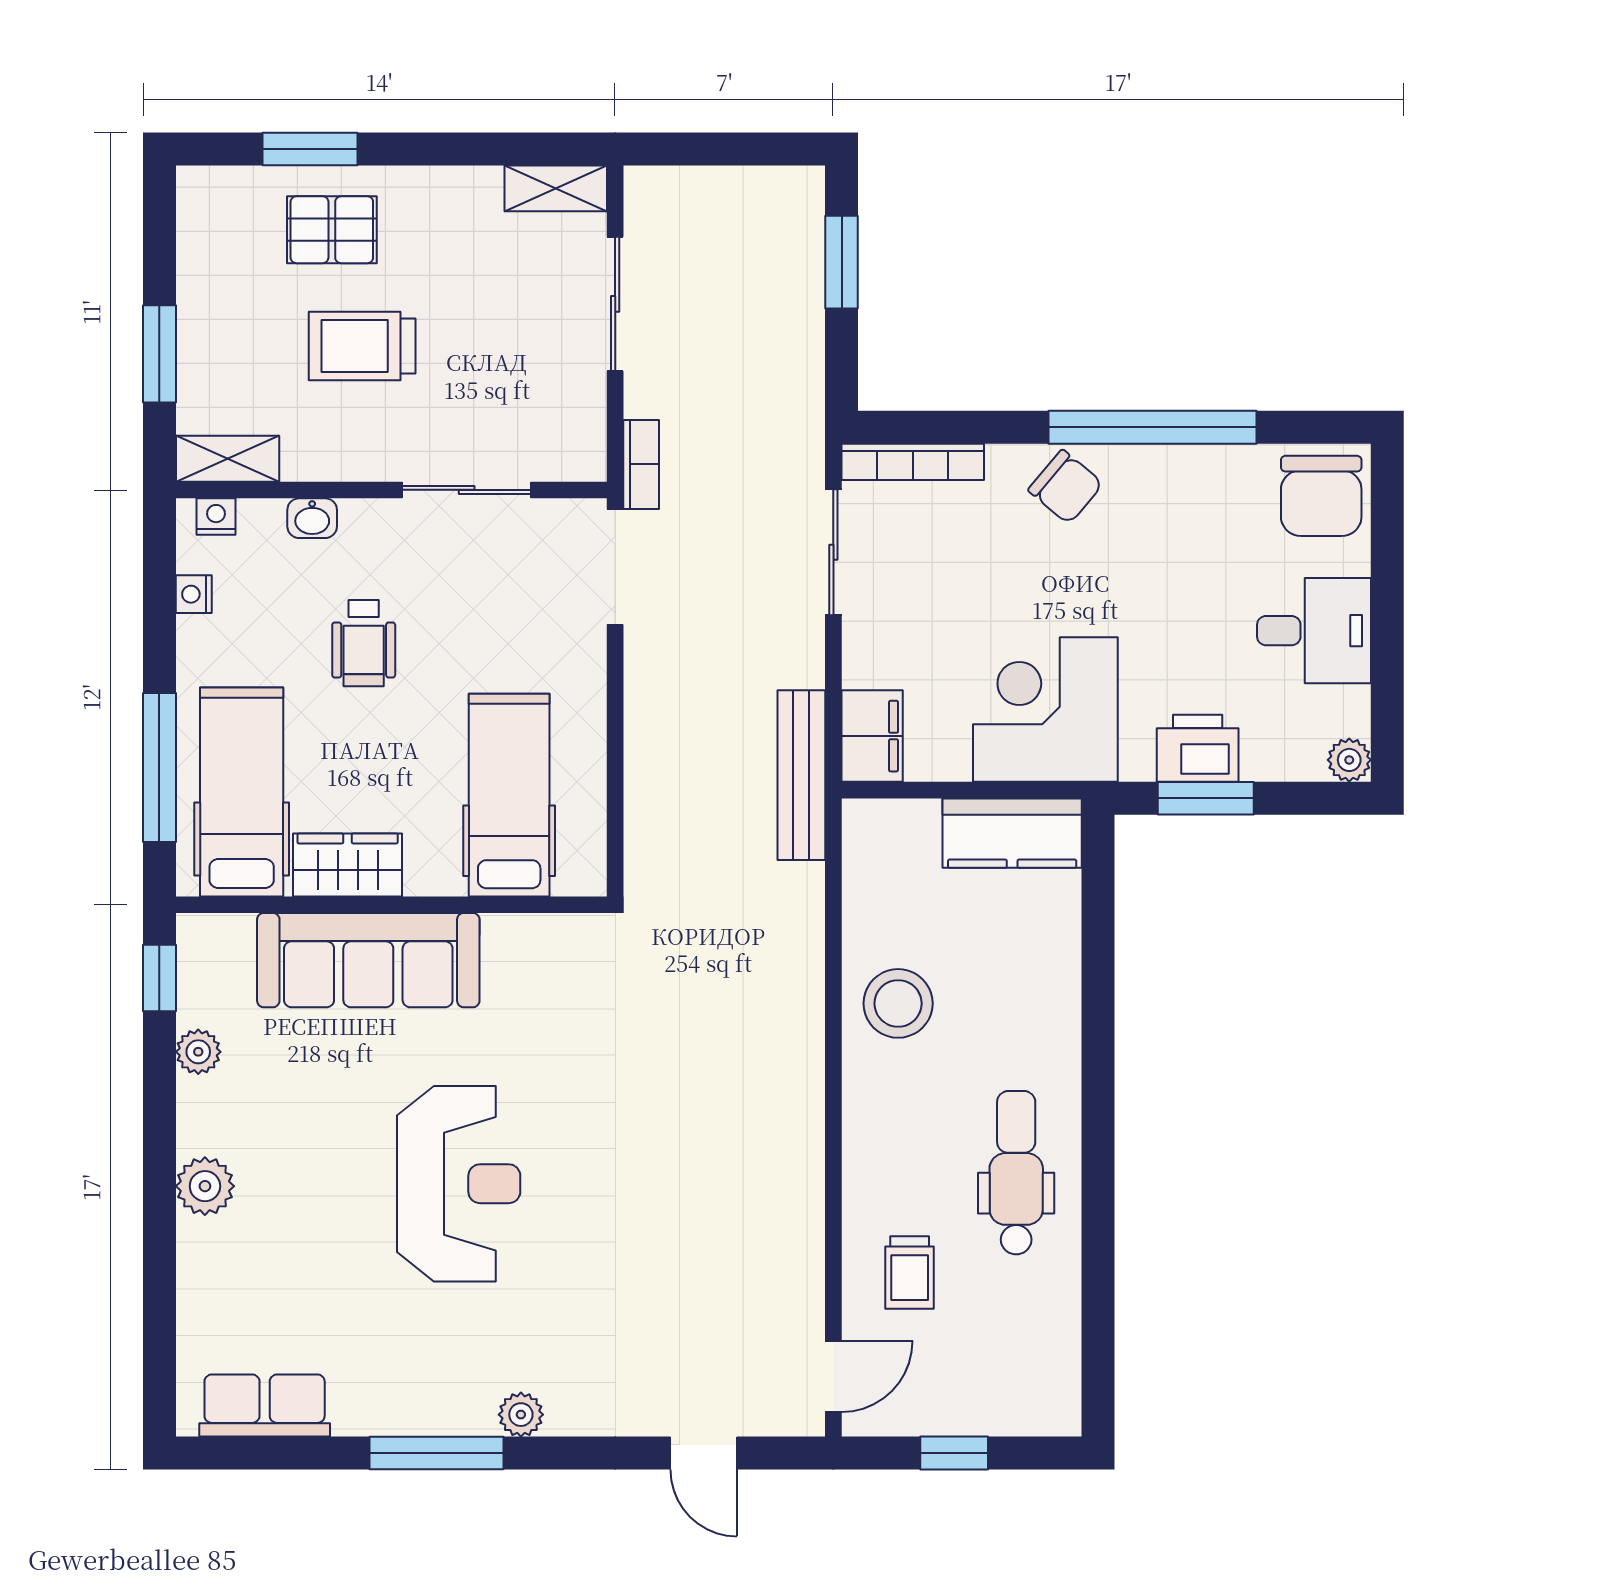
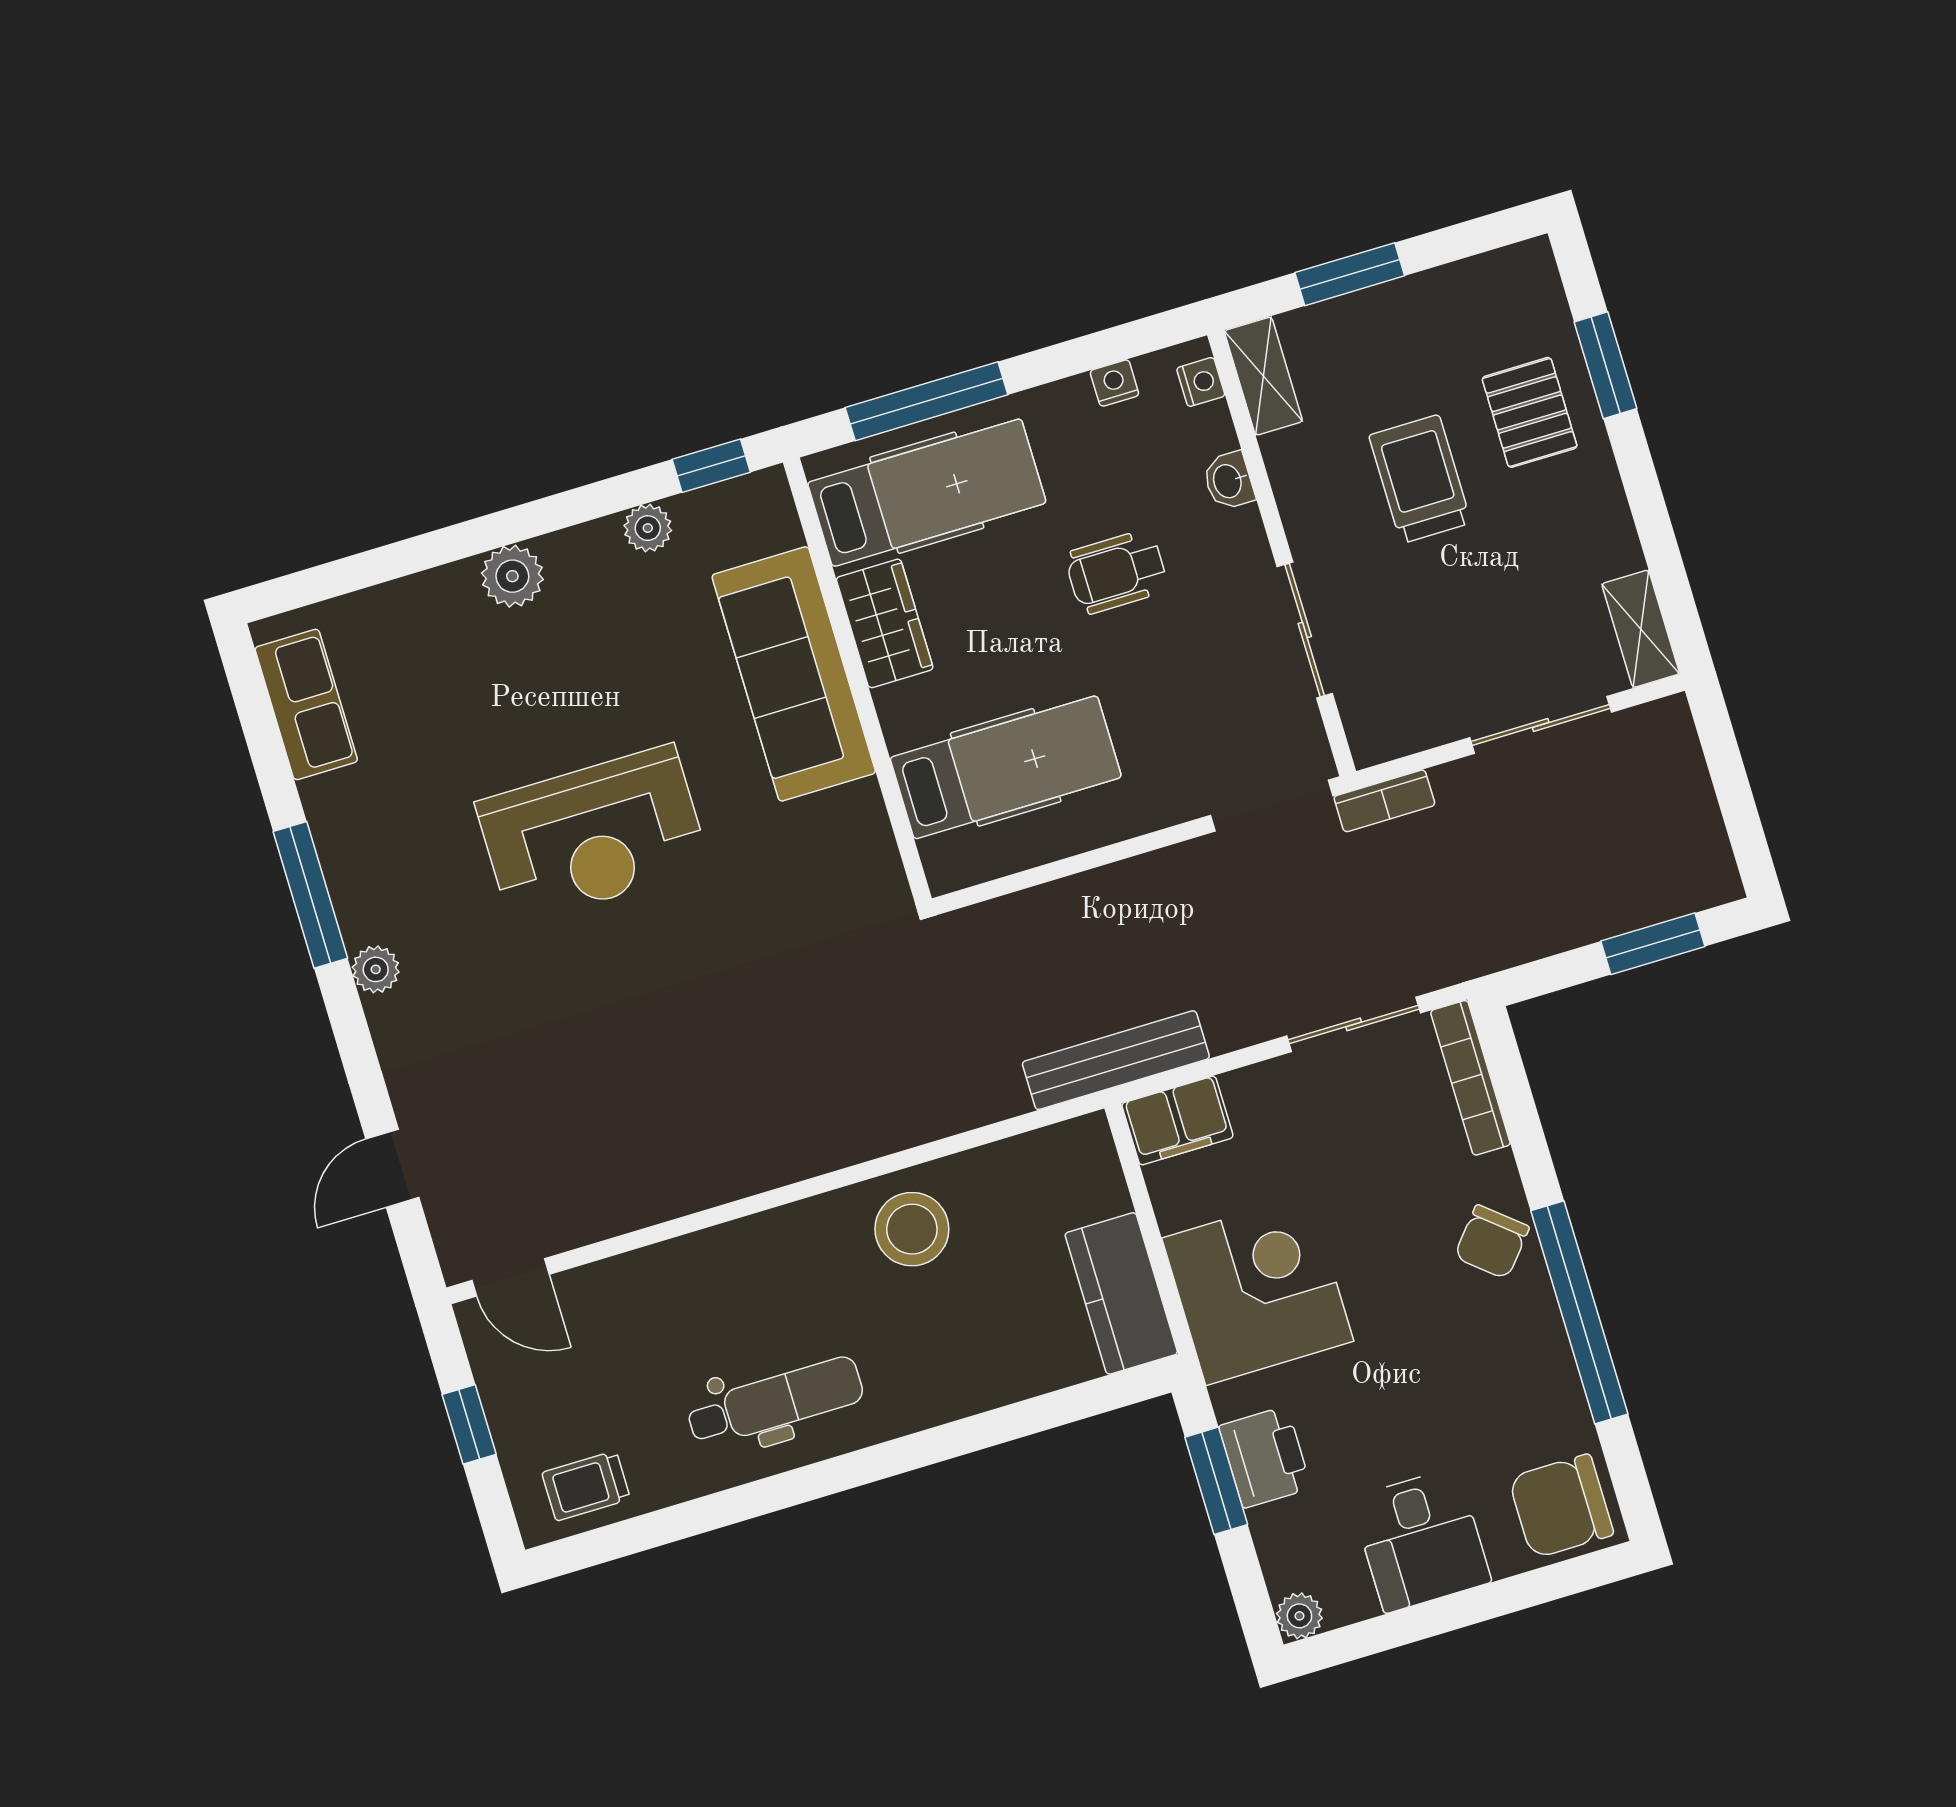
trolley: (910, 1272) -> (586, 1486), moved

